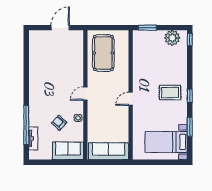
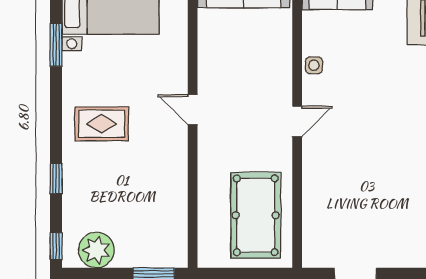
window: (190, 96) -> (56, 178), moved
door: (131, 99) -> (193, 110), swing flipped
armchair: (59, 123) -> (358, 54), removed

